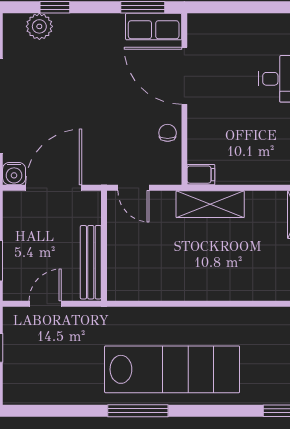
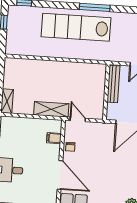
filing cabinet: (201, 175) -> (54, 138), moved
door: (133, 188) -> (78, 119), moved

